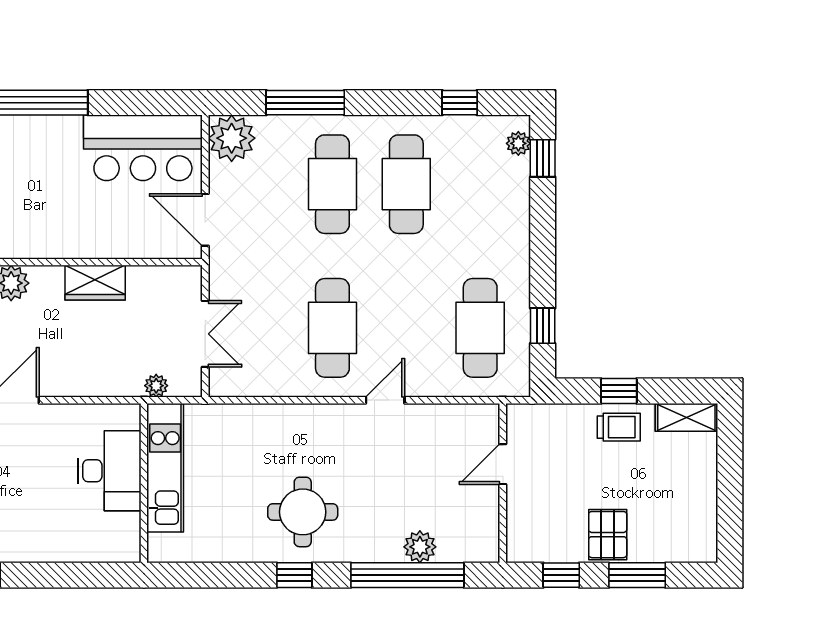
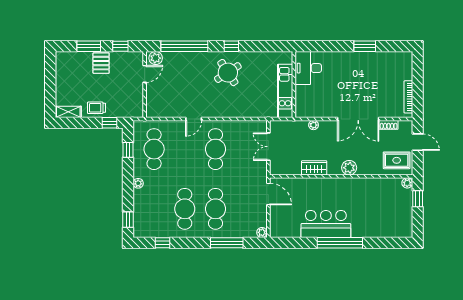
plant: (232, 138) -> (262, 232), width x0.53, depth x0.53
plant: (518, 143) -> (138, 183), moved
bar counter: (143, 148) -> (326, 224), moved
plant: (156, 386) -> (314, 125), moved
window: (619, 391) -> (109, 123), moved
door: (503, 464) -> (145, 74), moved
desk: (109, 471) -> (308, 68), moved
round table: (303, 512) -> (228, 73), turned -33
plant: (420, 547) -> (156, 58), moved

